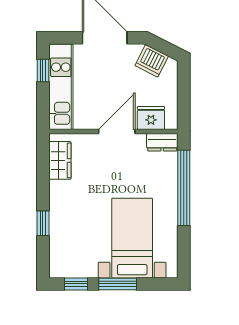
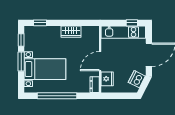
door: (117, 132) -> (100, 61), swing flipped
wardrobe: (60, 160) -> (71, 32), moved
window: (184, 188) -> (57, 96), moved
window: (43, 223) -> (40, 23), moved

